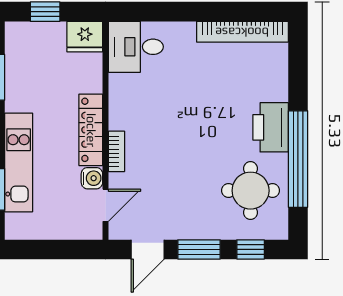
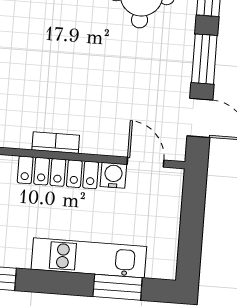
bookcase: (116, 151) -> (56, 143), moved

